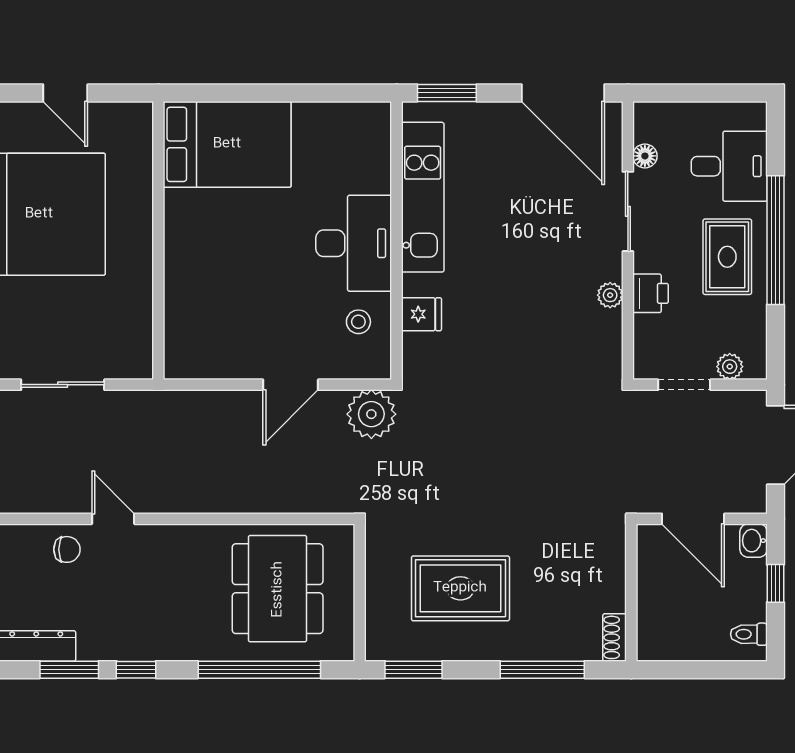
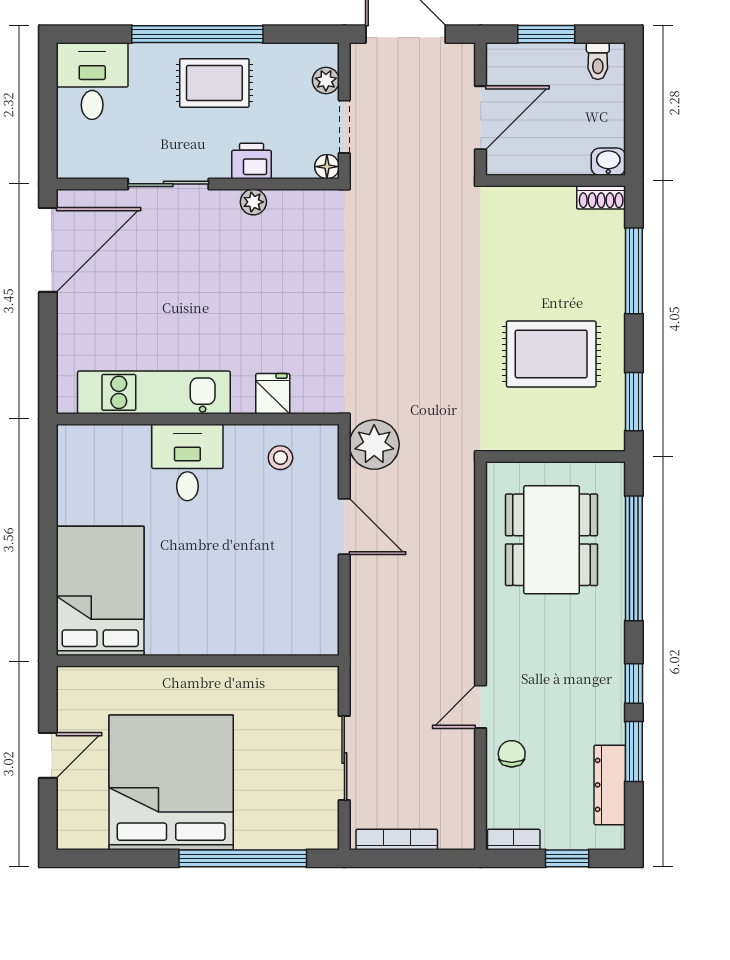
window: (447, 93) -> (48, 368), removed
floor lamp: (645, 156) -> (327, 167), moved
desk: (729, 166) -> (92, 81), moved
desk: (354, 243) -> (187, 462), width x0.73
washbasin: (754, 541) -> (608, 162), moved, turned 180
window: (775, 583) -> (546, 34), width x1.50
rug: (460, 588) -> (551, 354), turned 90
dining table: (278, 589) -> (552, 540), turned 90

